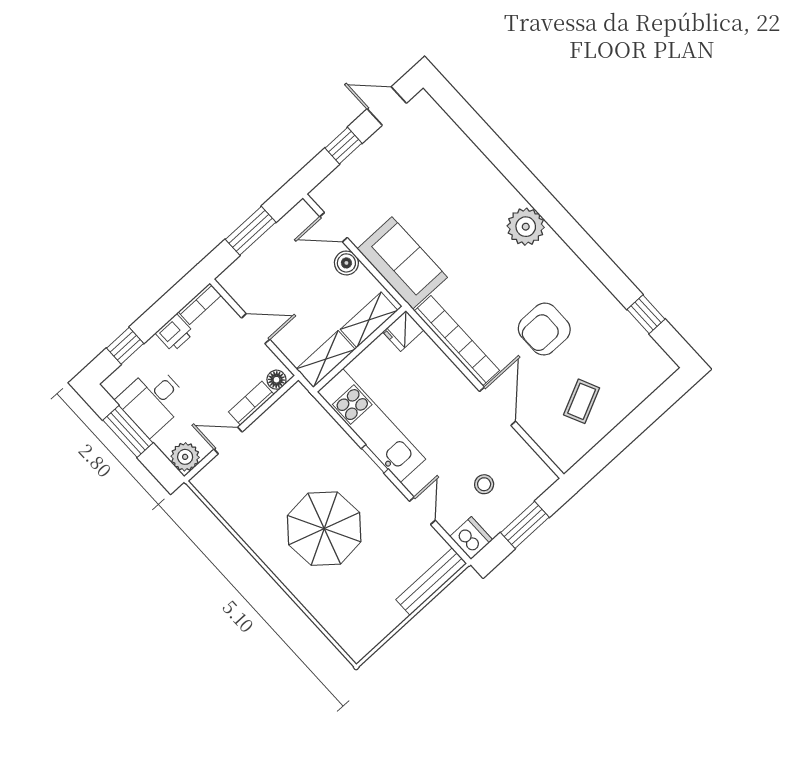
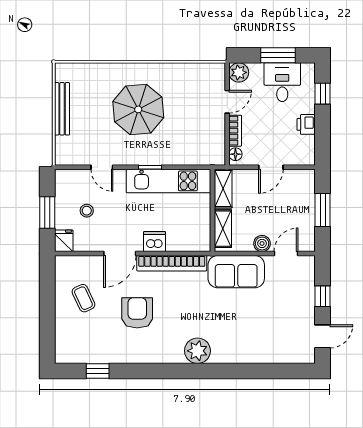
bookcase: (200, 304) -> (309, 151), removed
fridge: (403, 331) -> (64, 241), moved
door: (498, 406) -> (120, 254), hinge flipped
dishwasher: (471, 538) -> (155, 242), moved, turned 180
bench: (431, 581) -> (62, 109), moved

